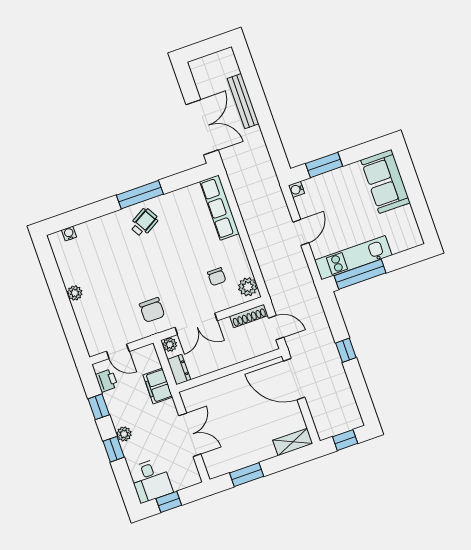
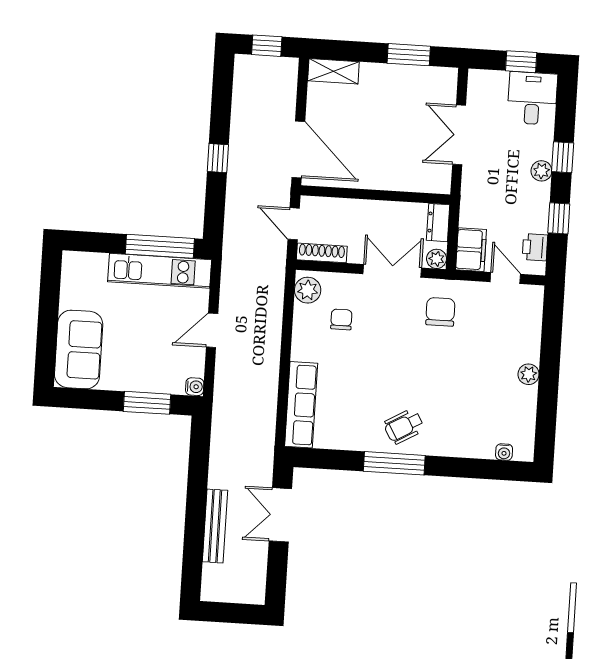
double door: (202, 127) -> (280, 515), width x0.73
filing cabinet: (158, 386) -> (471, 250), moved

